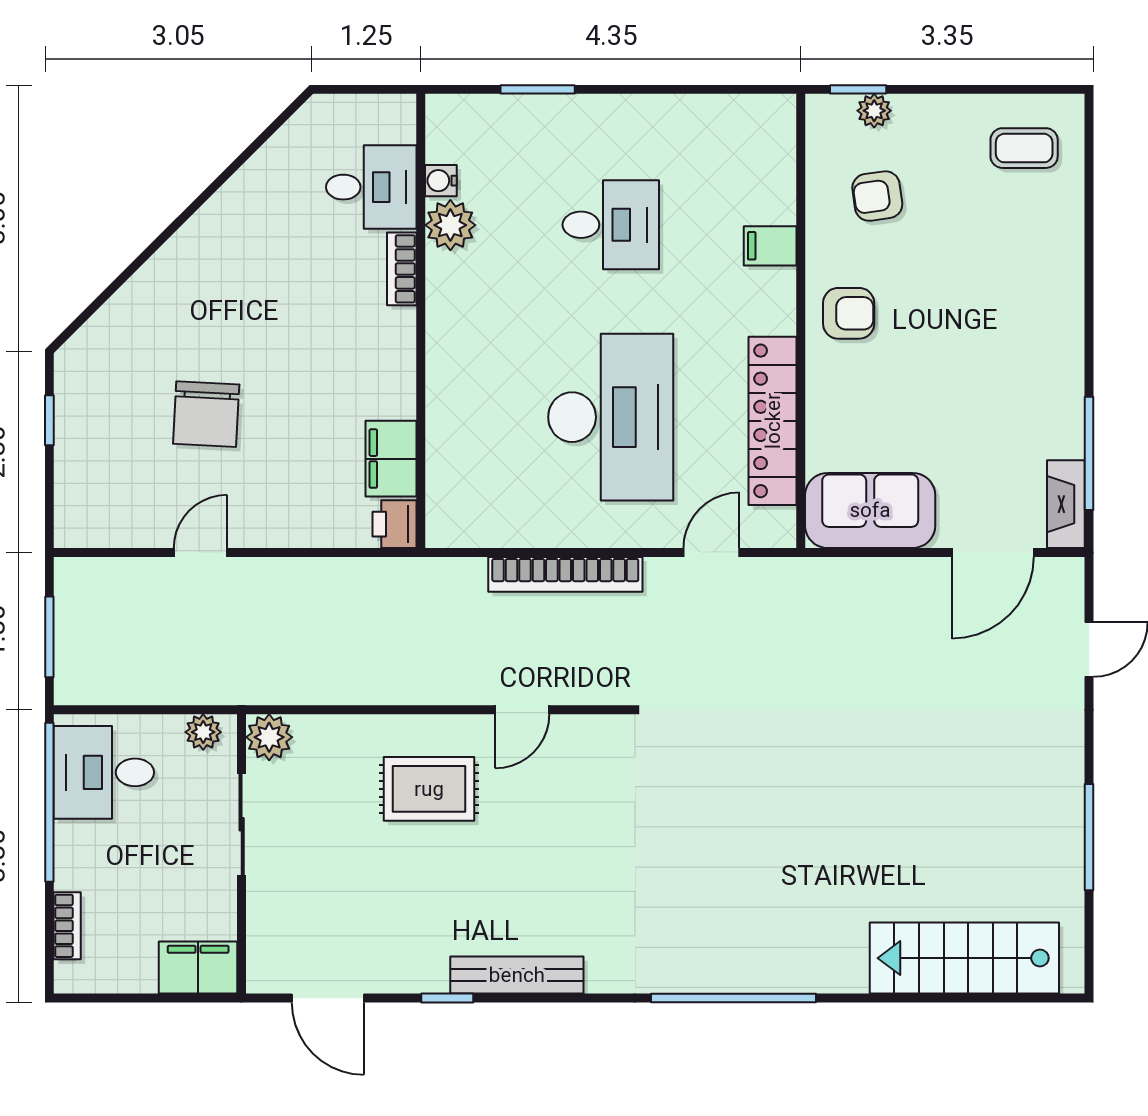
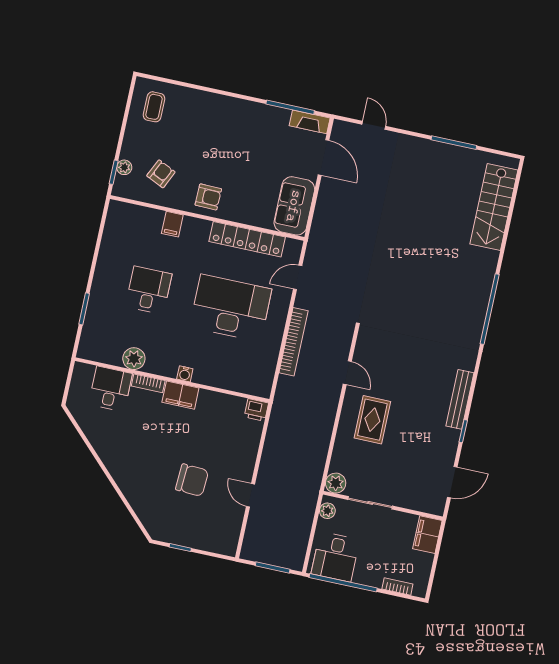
water cooler: (441, 181) -> (185, 374), moved
armchair: (877, 196) -> (161, 174), turned -147
armchair: (849, 313) -> (208, 197), turned 91
filing cabinet: (391, 459) -> (180, 395), moved
door: (711, 552) -> (298, 277), hinge flipped

